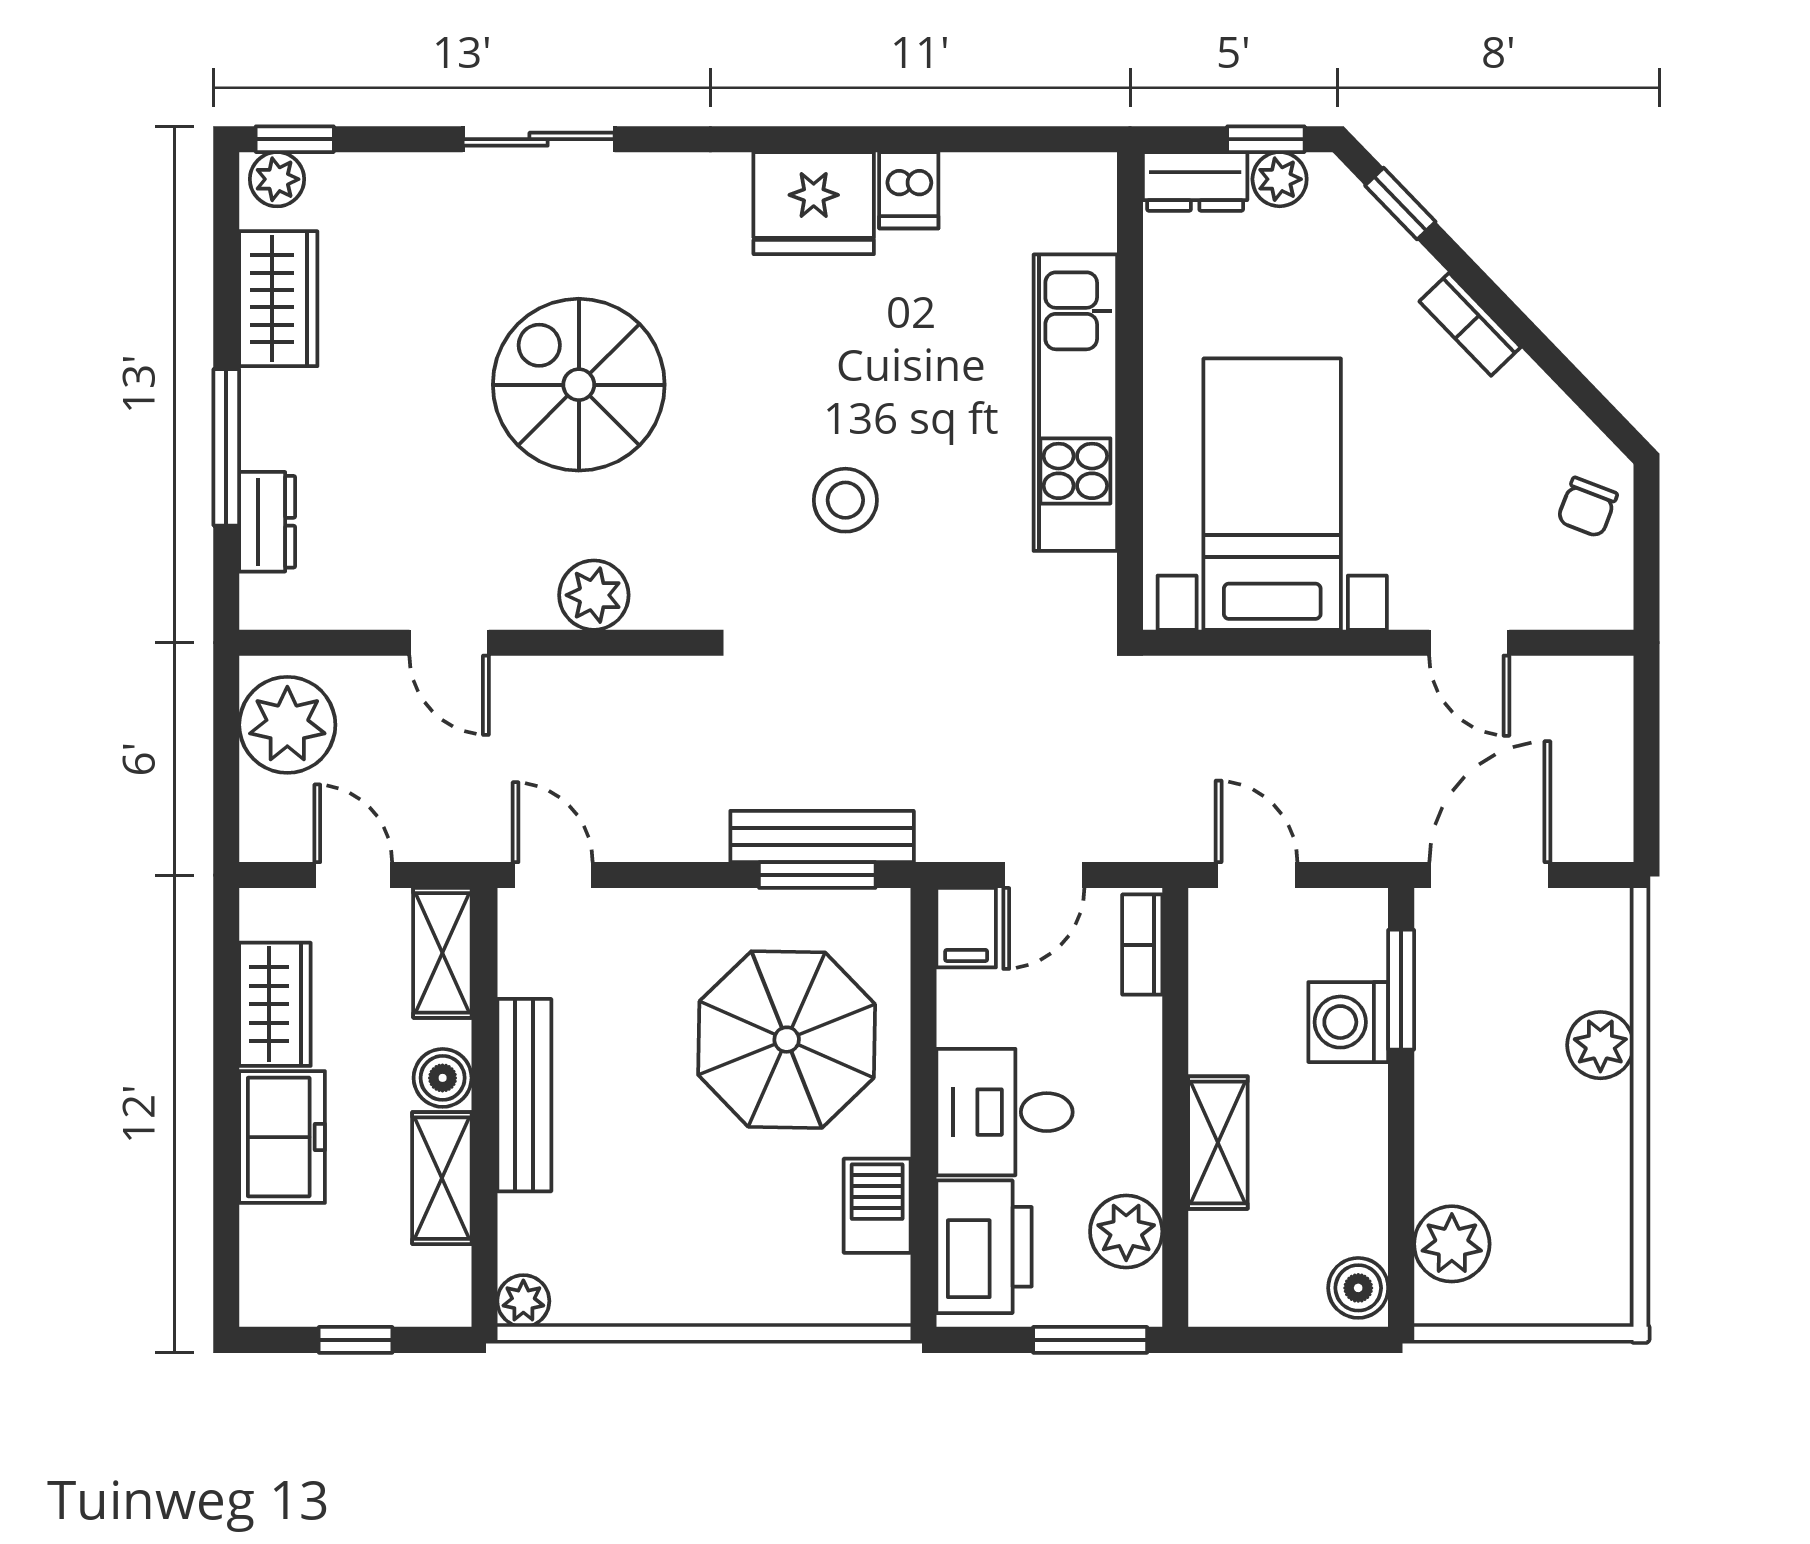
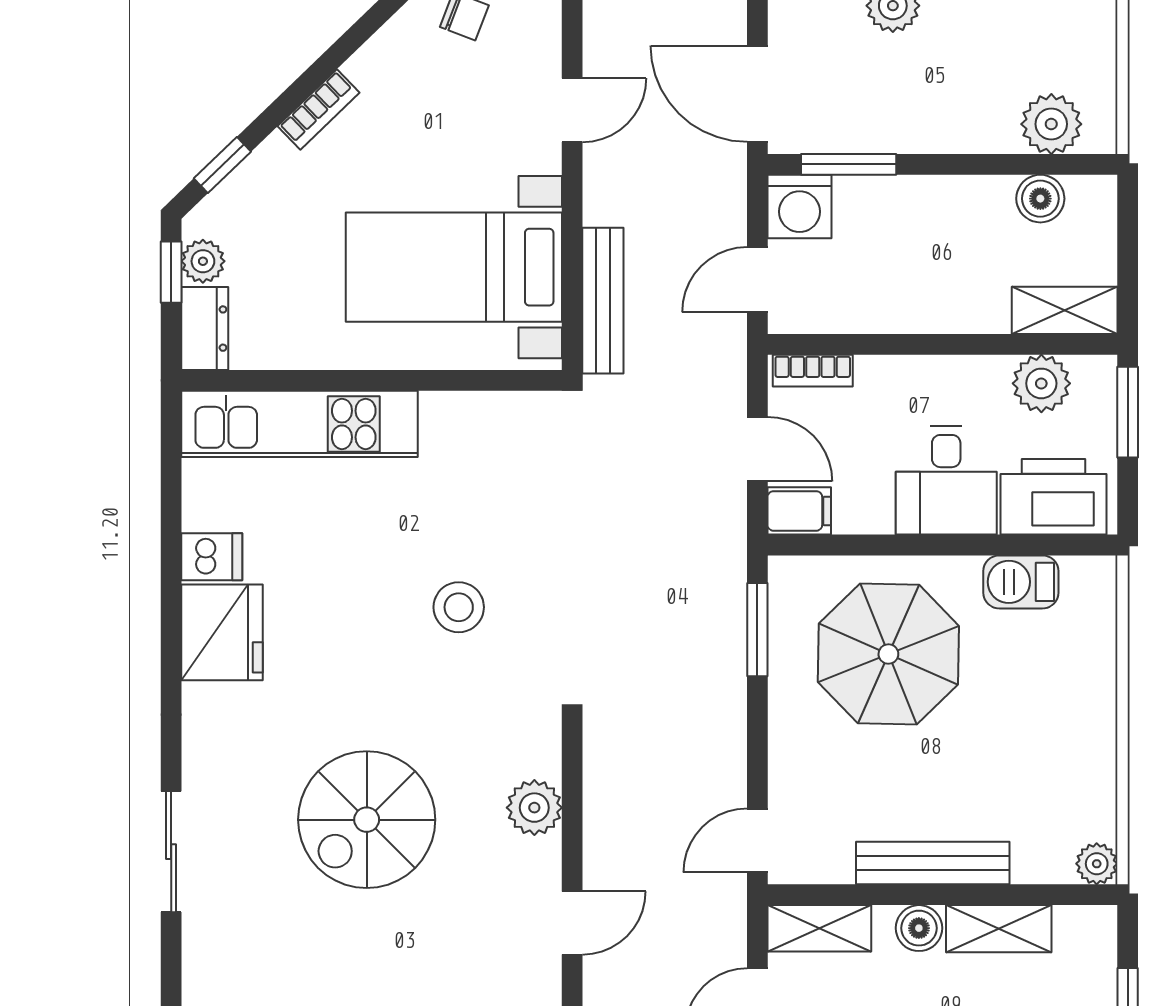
kitchen unit: (1075, 403) -> (299, 424), moved
bench: (822, 836) -> (603, 301), moved
washing machine: (1348, 1022) -> (799, 207), moved
shelving: (1218, 1143) -> (1065, 310), moved
boiler: (1358, 1288) -> (1040, 199), moved

